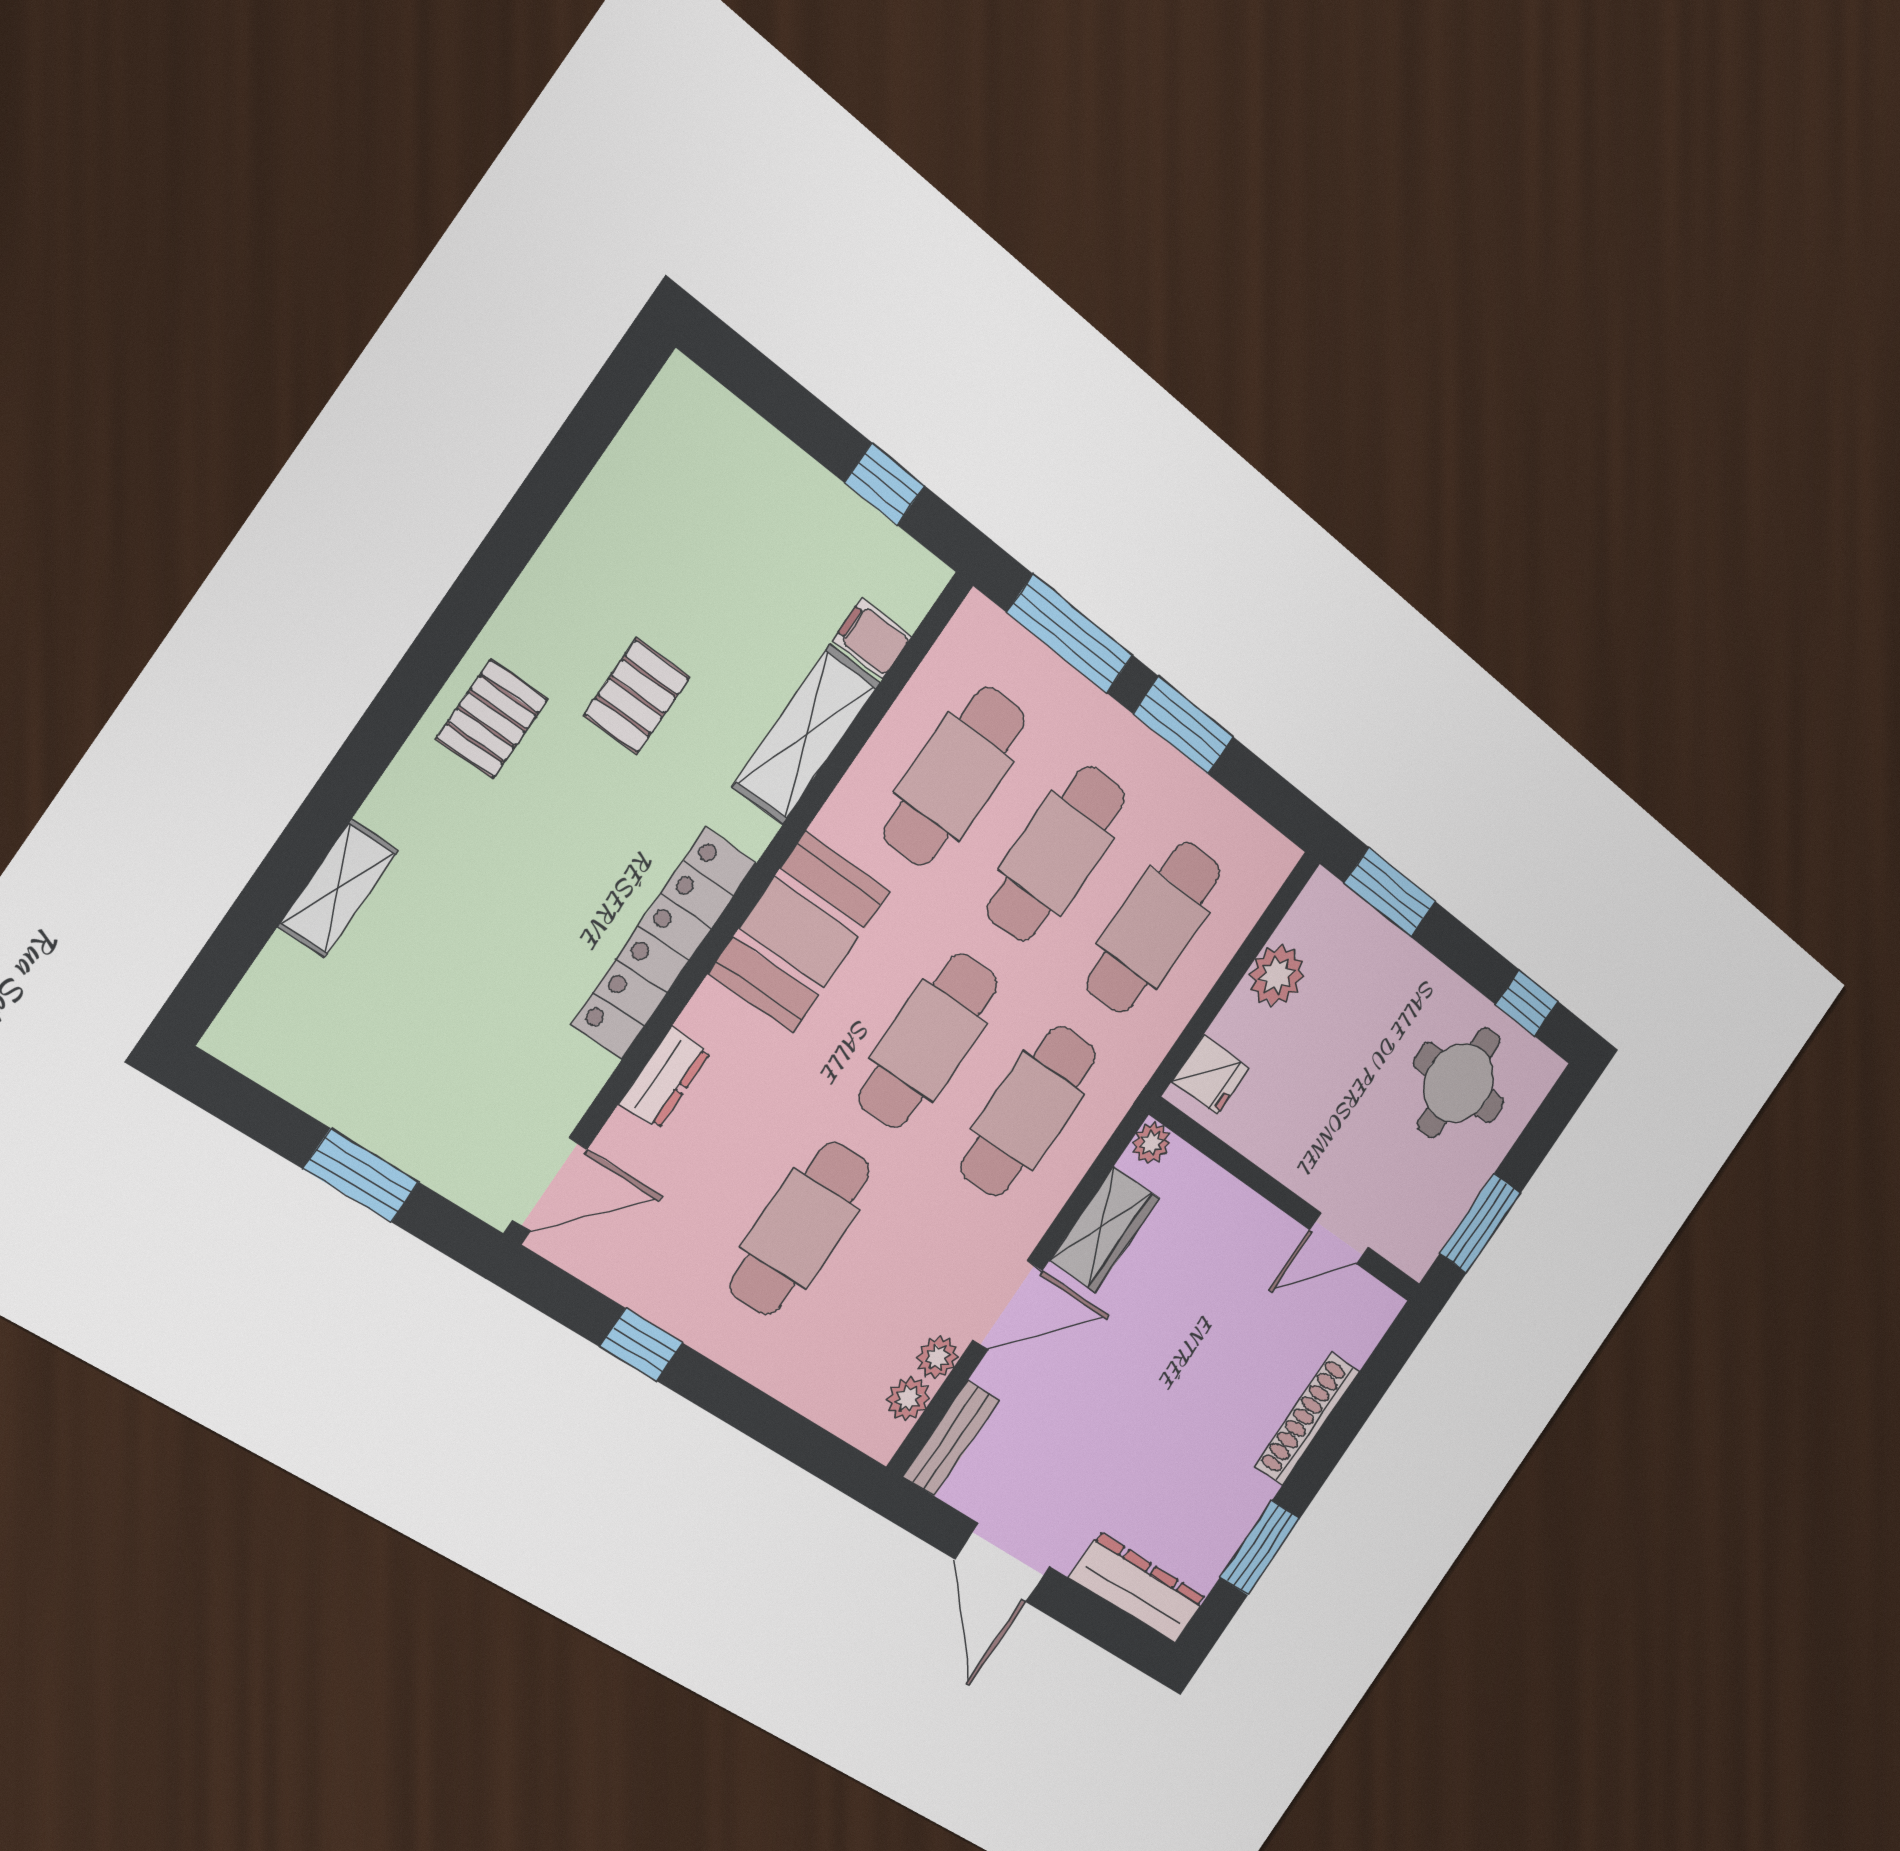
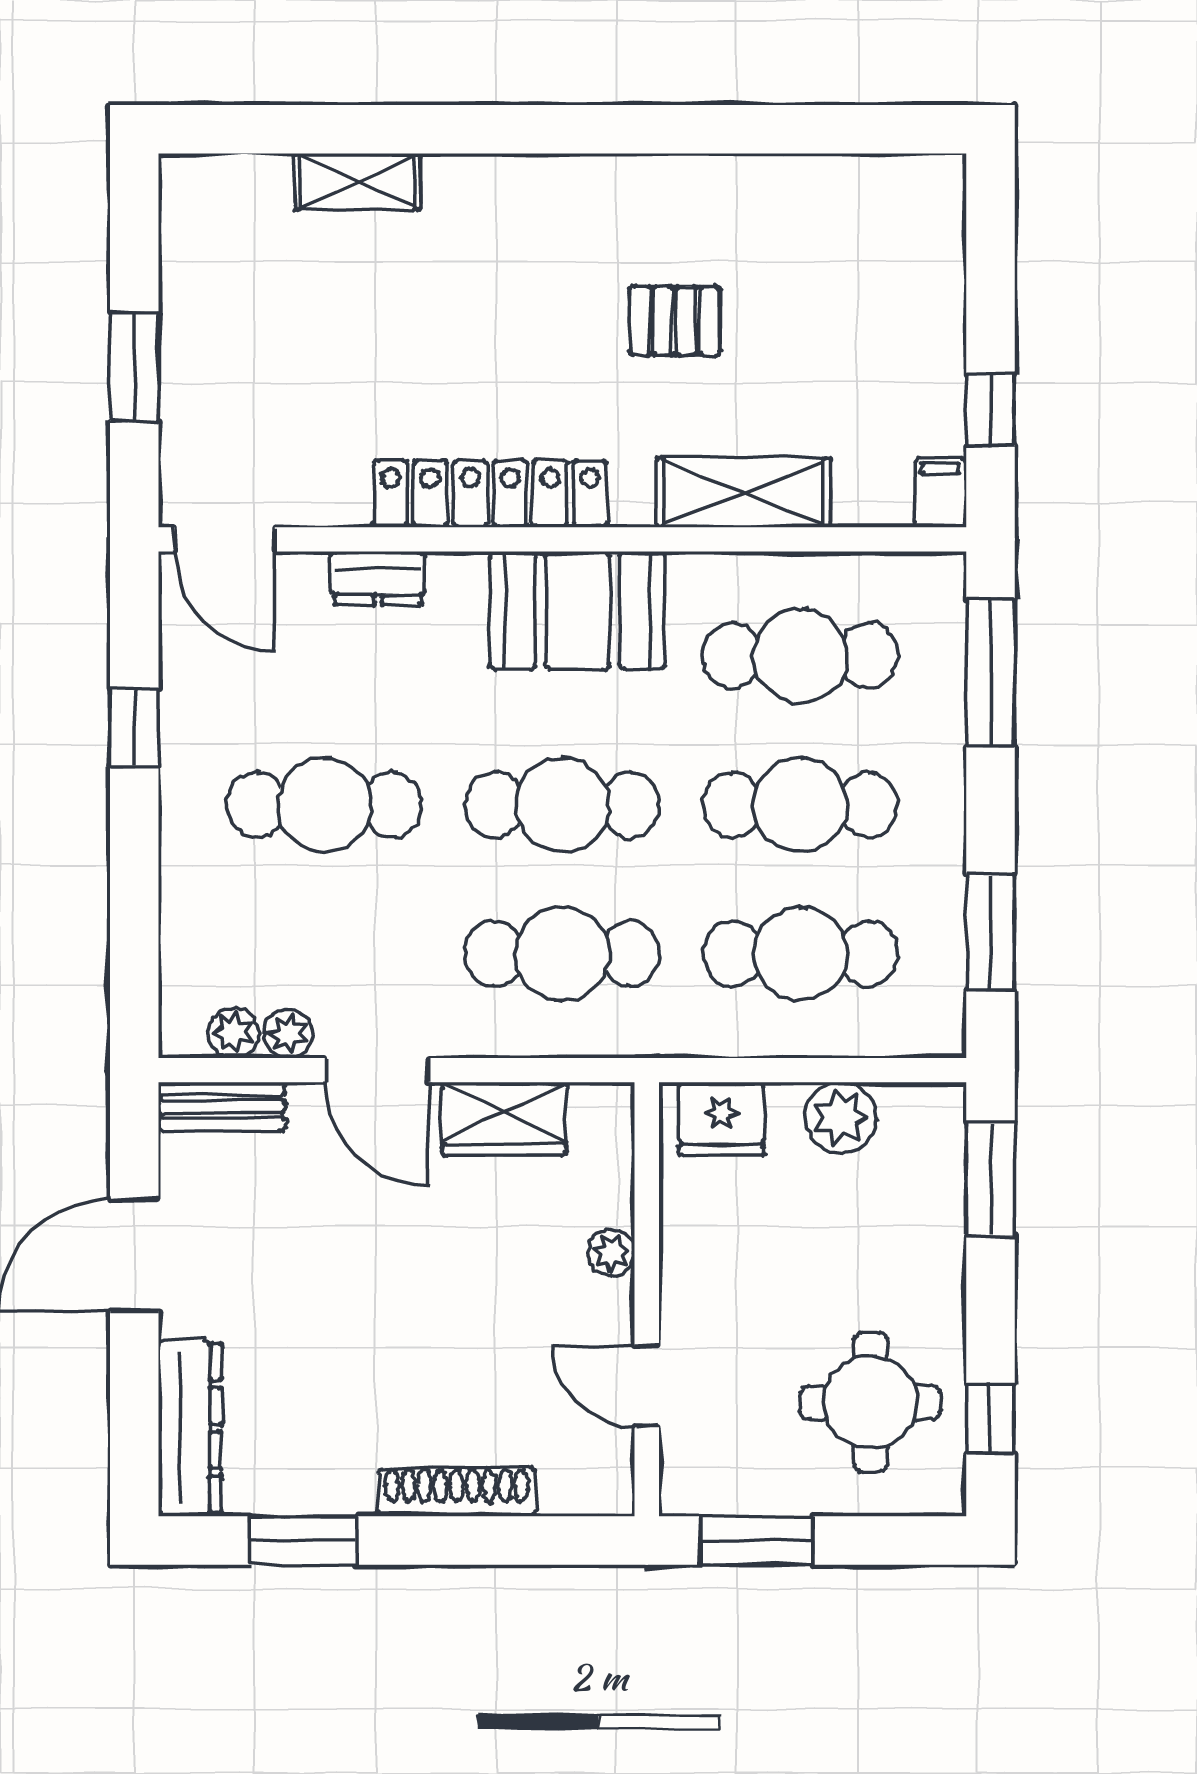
filing cabinet: (872, 639) -> (940, 493), moved
pallet: (492, 719) -> (575, 212), removed
window: (1183, 725) -> (990, 932), moved
fridge: (1210, 1075) -> (722, 1119), width x1.38
plant: (1151, 1143) -> (611, 1253), moved

